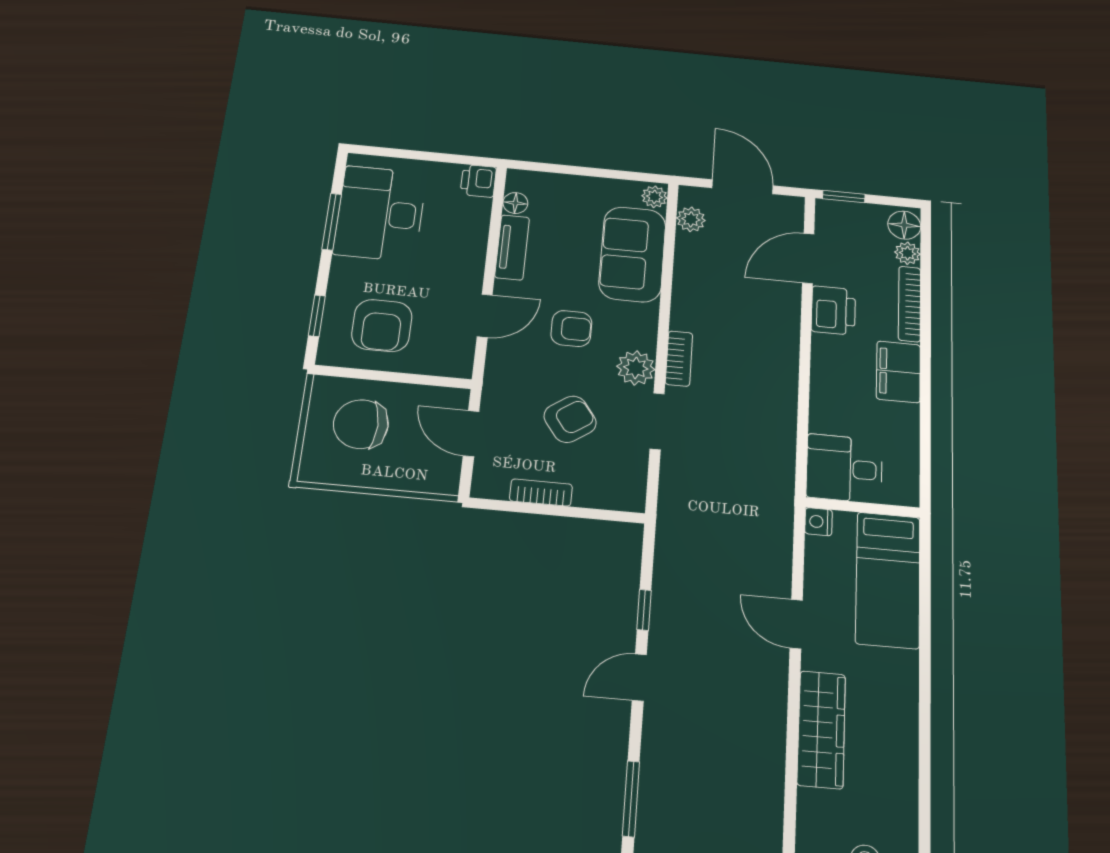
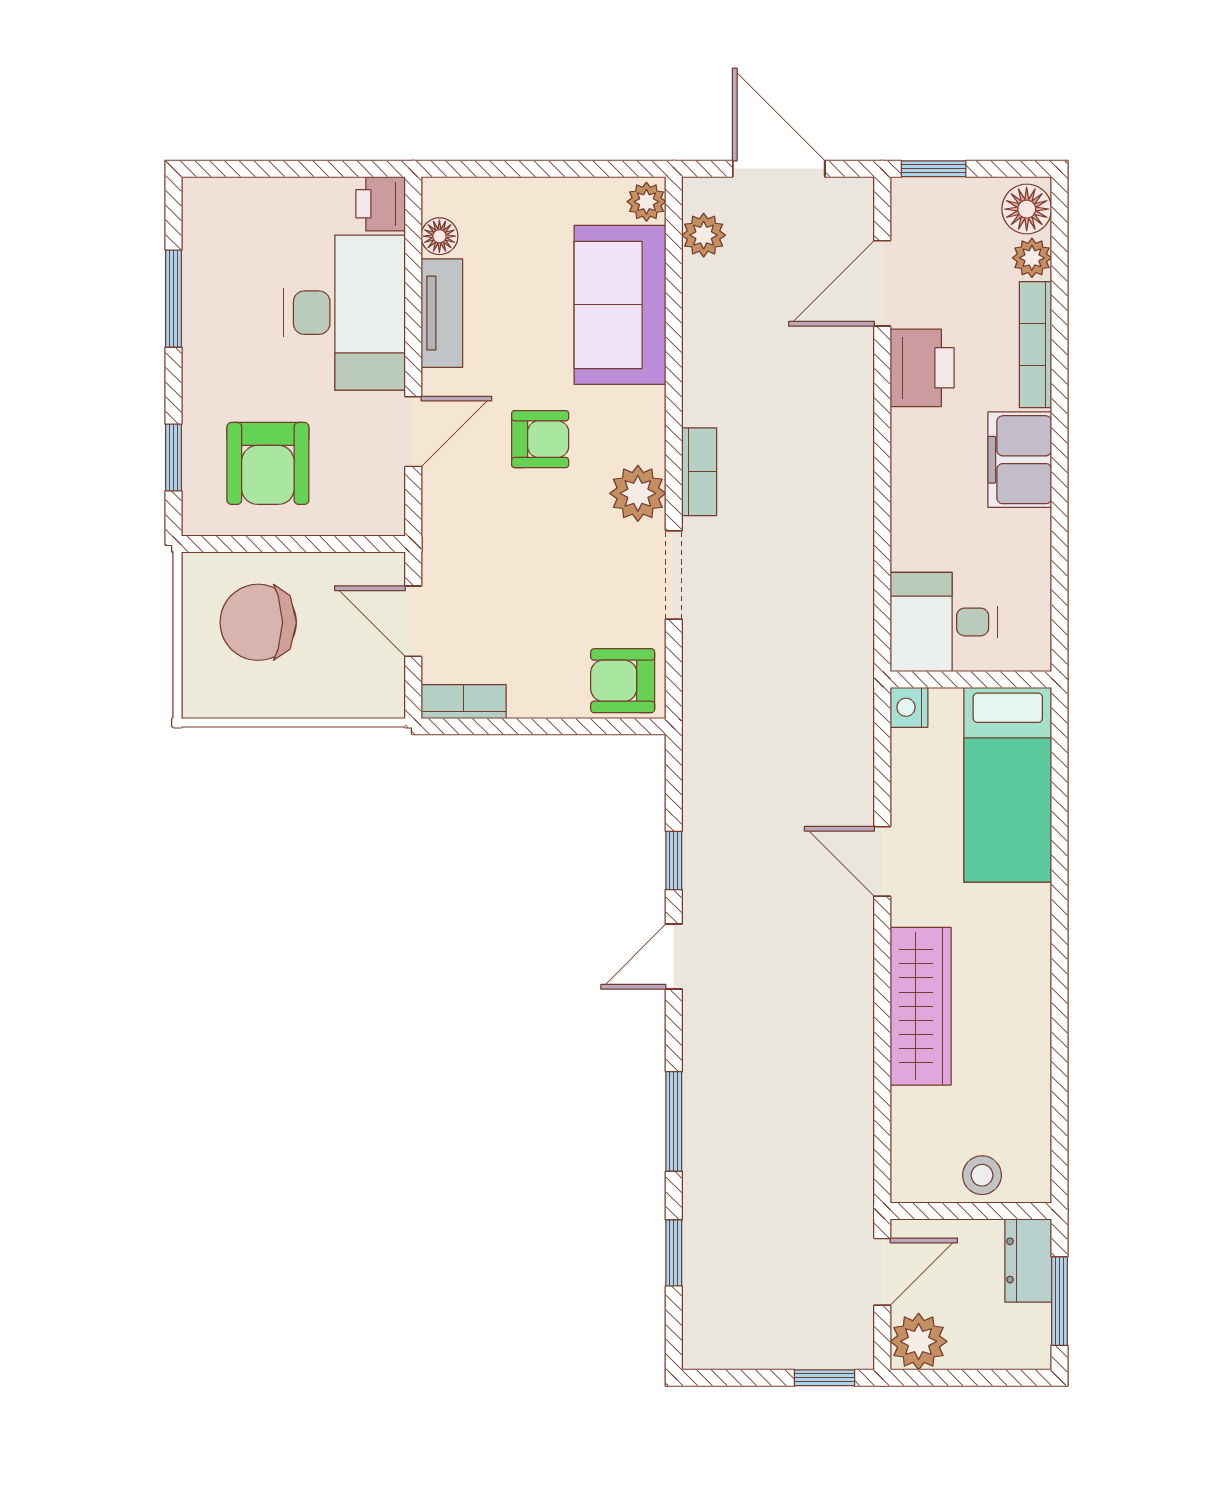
desk: (380, 213) -> (345, 313), moved, turned 180
armchair: (570, 419) -> (623, 681), moved, turned -145
bookcase: (541, 493) -> (464, 702), moved

